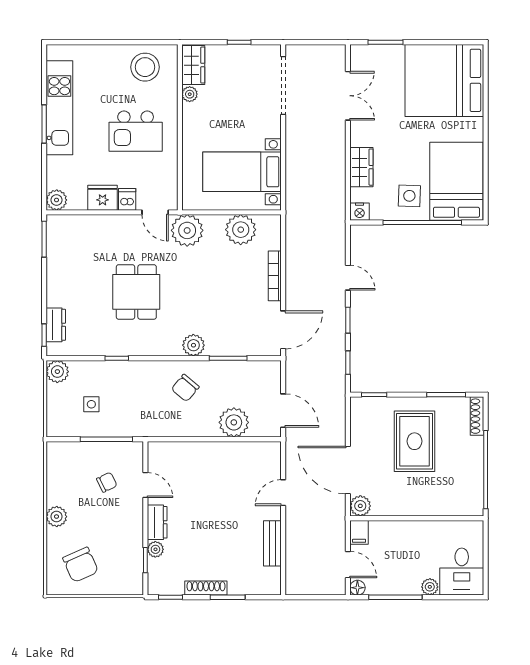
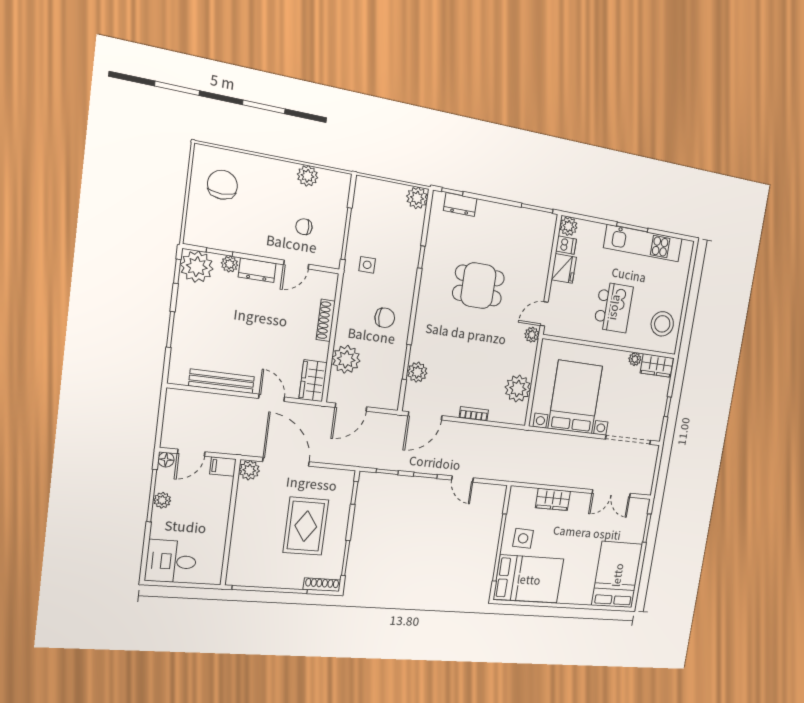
bed: (444, 80) -> (617, 575), width x0.73
kitchen island: (136, 131) -> (613, 307), turned 180
bed with nightstands: (242, 172) -> (575, 397), width x1.36
dishwasher: (127, 199) -> (566, 245), moved
nightstand: (360, 212) -> (517, 494), removed
plant: (187, 230) -> (532, 335), width x0.53, depth x0.53
bookcase: (275, 276) -> (474, 414), width x0.64
door: (348, 278) -> (462, 479), hinge flipped
door: (283, 330) -> (425, 416), hinge flipped
plant: (193, 345) -> (417, 372), moved
chair: (185, 388) -> (385, 318), turned 140
side table: (91, 404) -> (367, 265), moved
rug: (414, 441) -> (306, 526), turned 90
wardrobe: (260, 453) -> (313, 381), added
door: (348, 470) -> (286, 462), hinge flipped
chair: (107, 482) -> (304, 227), turned 116
plant: (57, 517) -> (308, 176), moved
bench: (272, 543) -> (222, 381), width x1.36
chair: (81, 565) -> (222, 185), turned 114
plant: (163, 580) -> (197, 267), added
plant: (430, 587) -> (162, 500), moved
shoe rack: (206, 588) -> (326, 320), moved, turned 180

